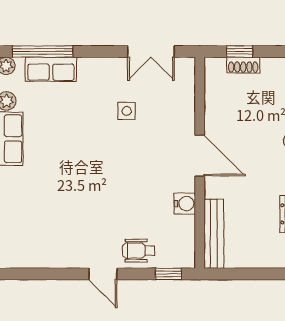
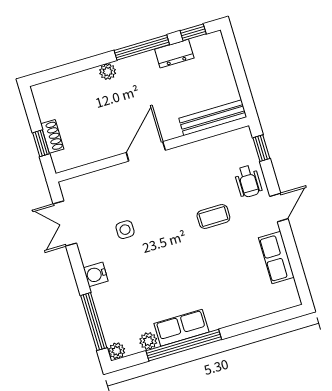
double door: (151, 52) -> (65, 223), swing flipped
row of seats: (51, 69) -> (276, 258), moved, turned 180
water cooler: (185, 204) -> (96, 274), moved, turned -90
coffee table: (113, 205) -> (213, 216), added

